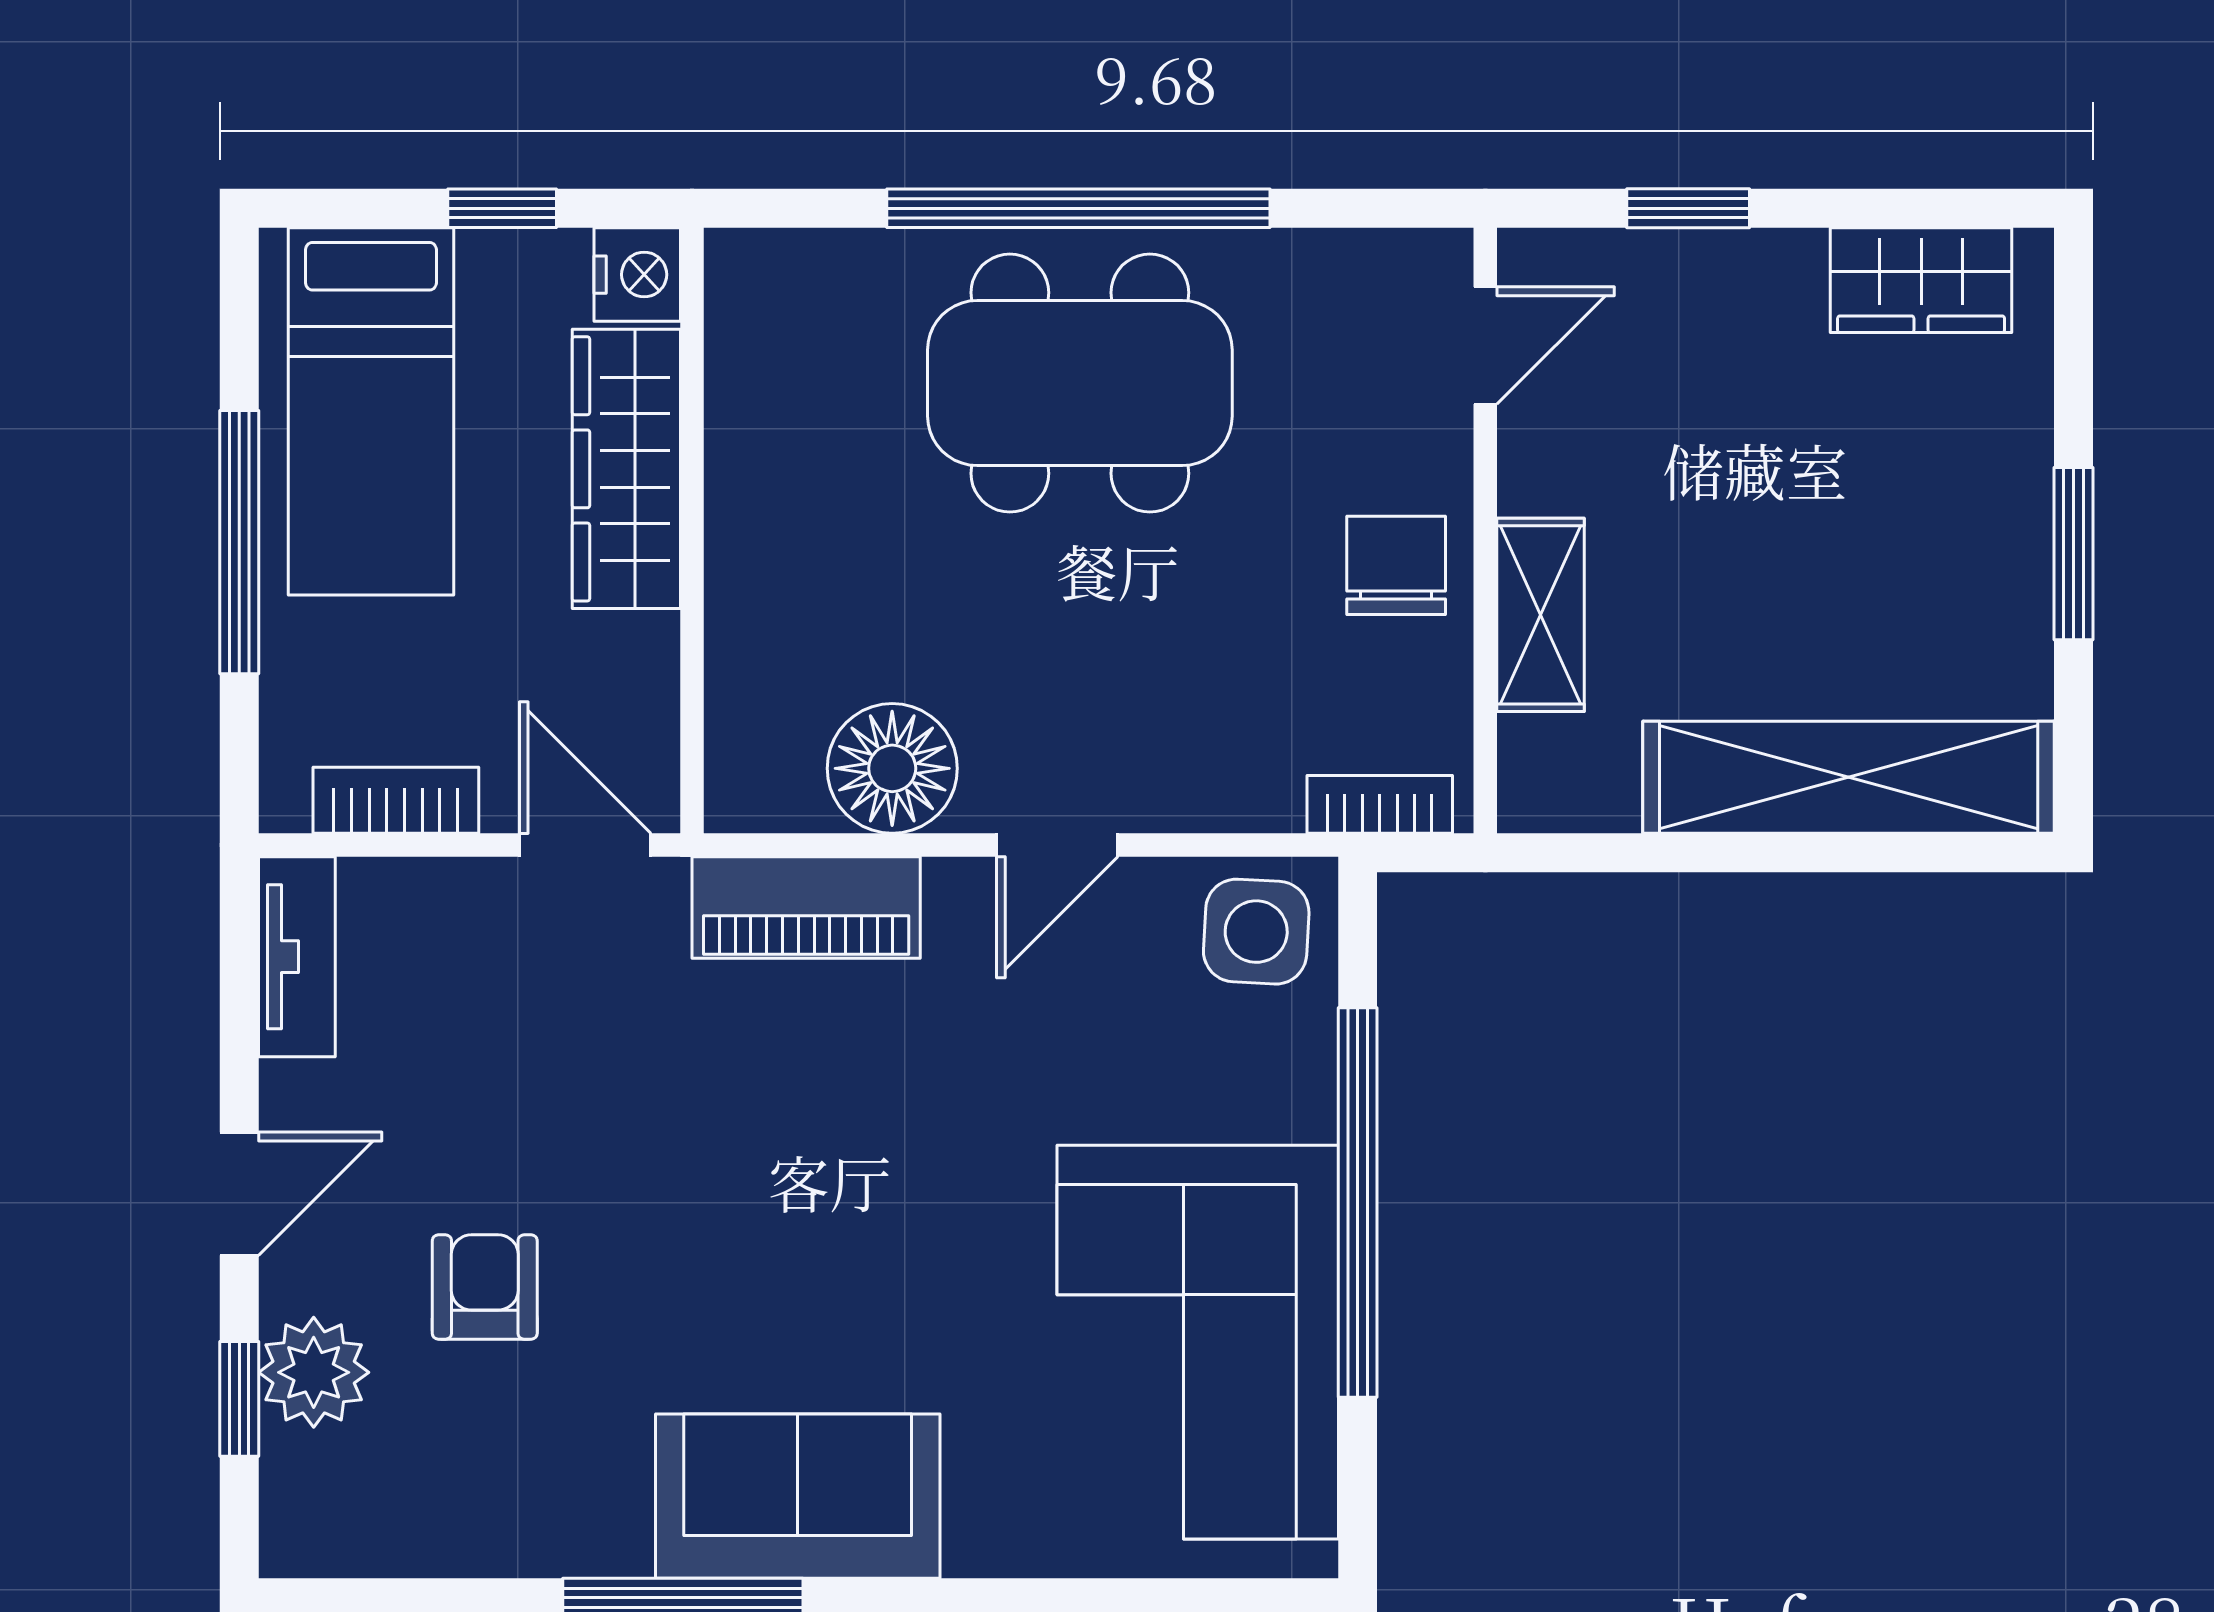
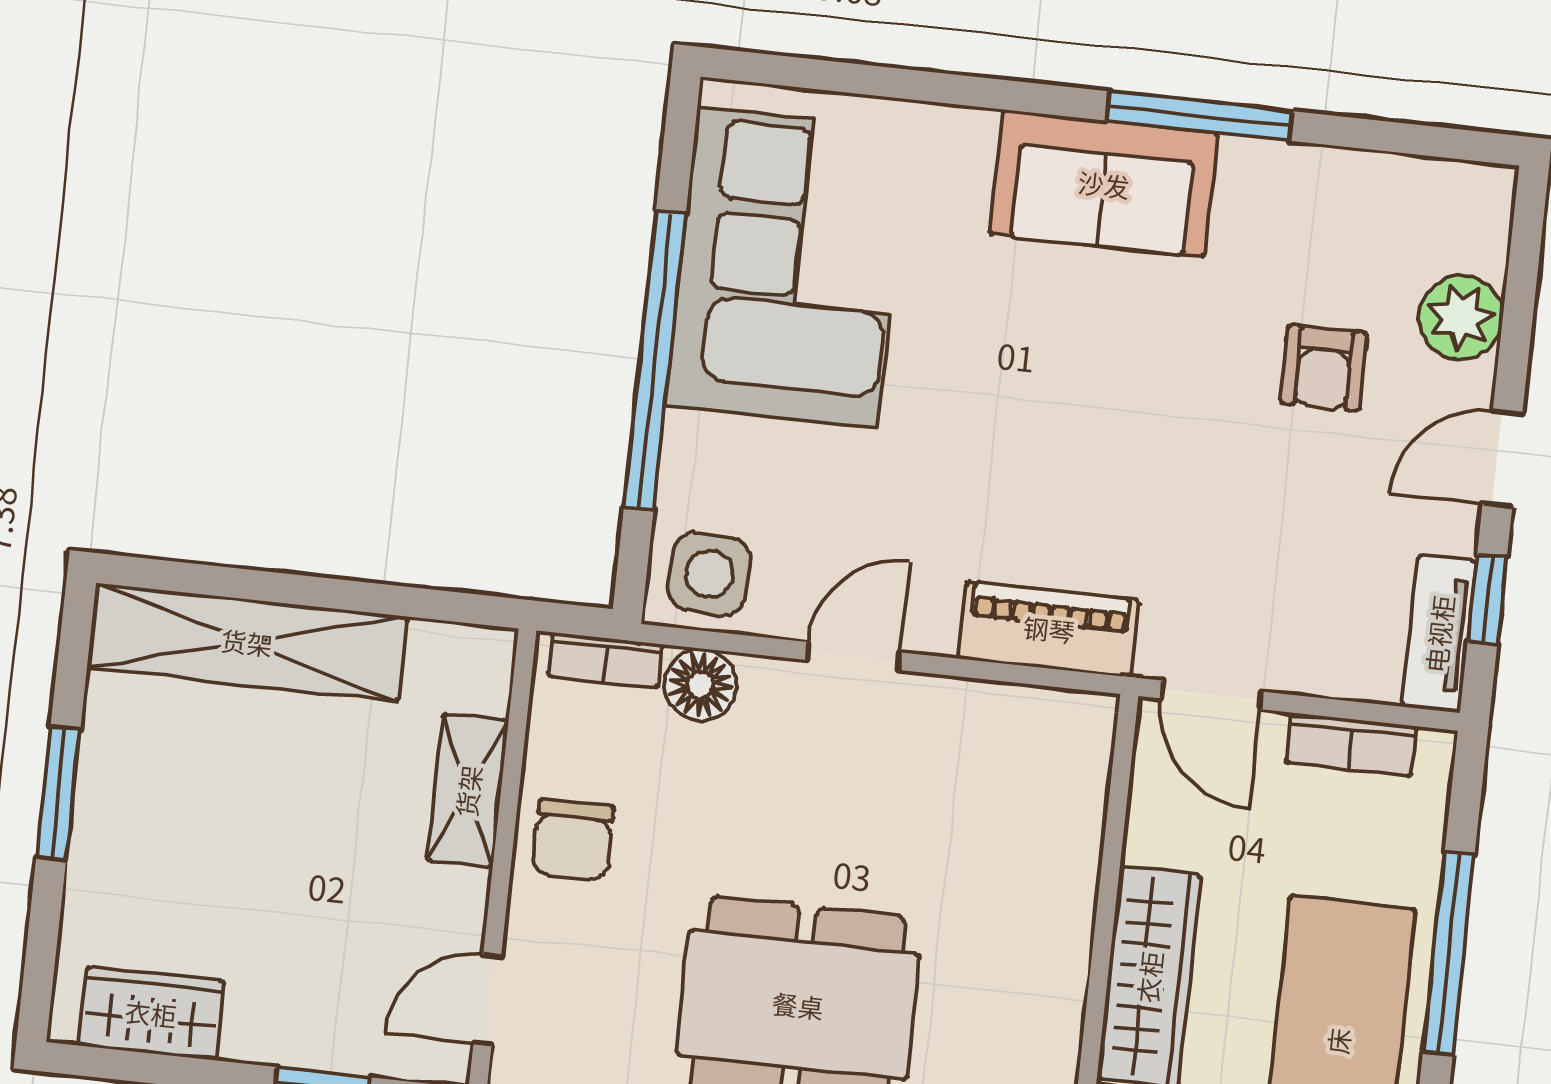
floor lamp: (892, 768) -> (700, 685), moved, width x0.73, depth x0.73
window: (239, 1399) -> (1487, 599), moved

